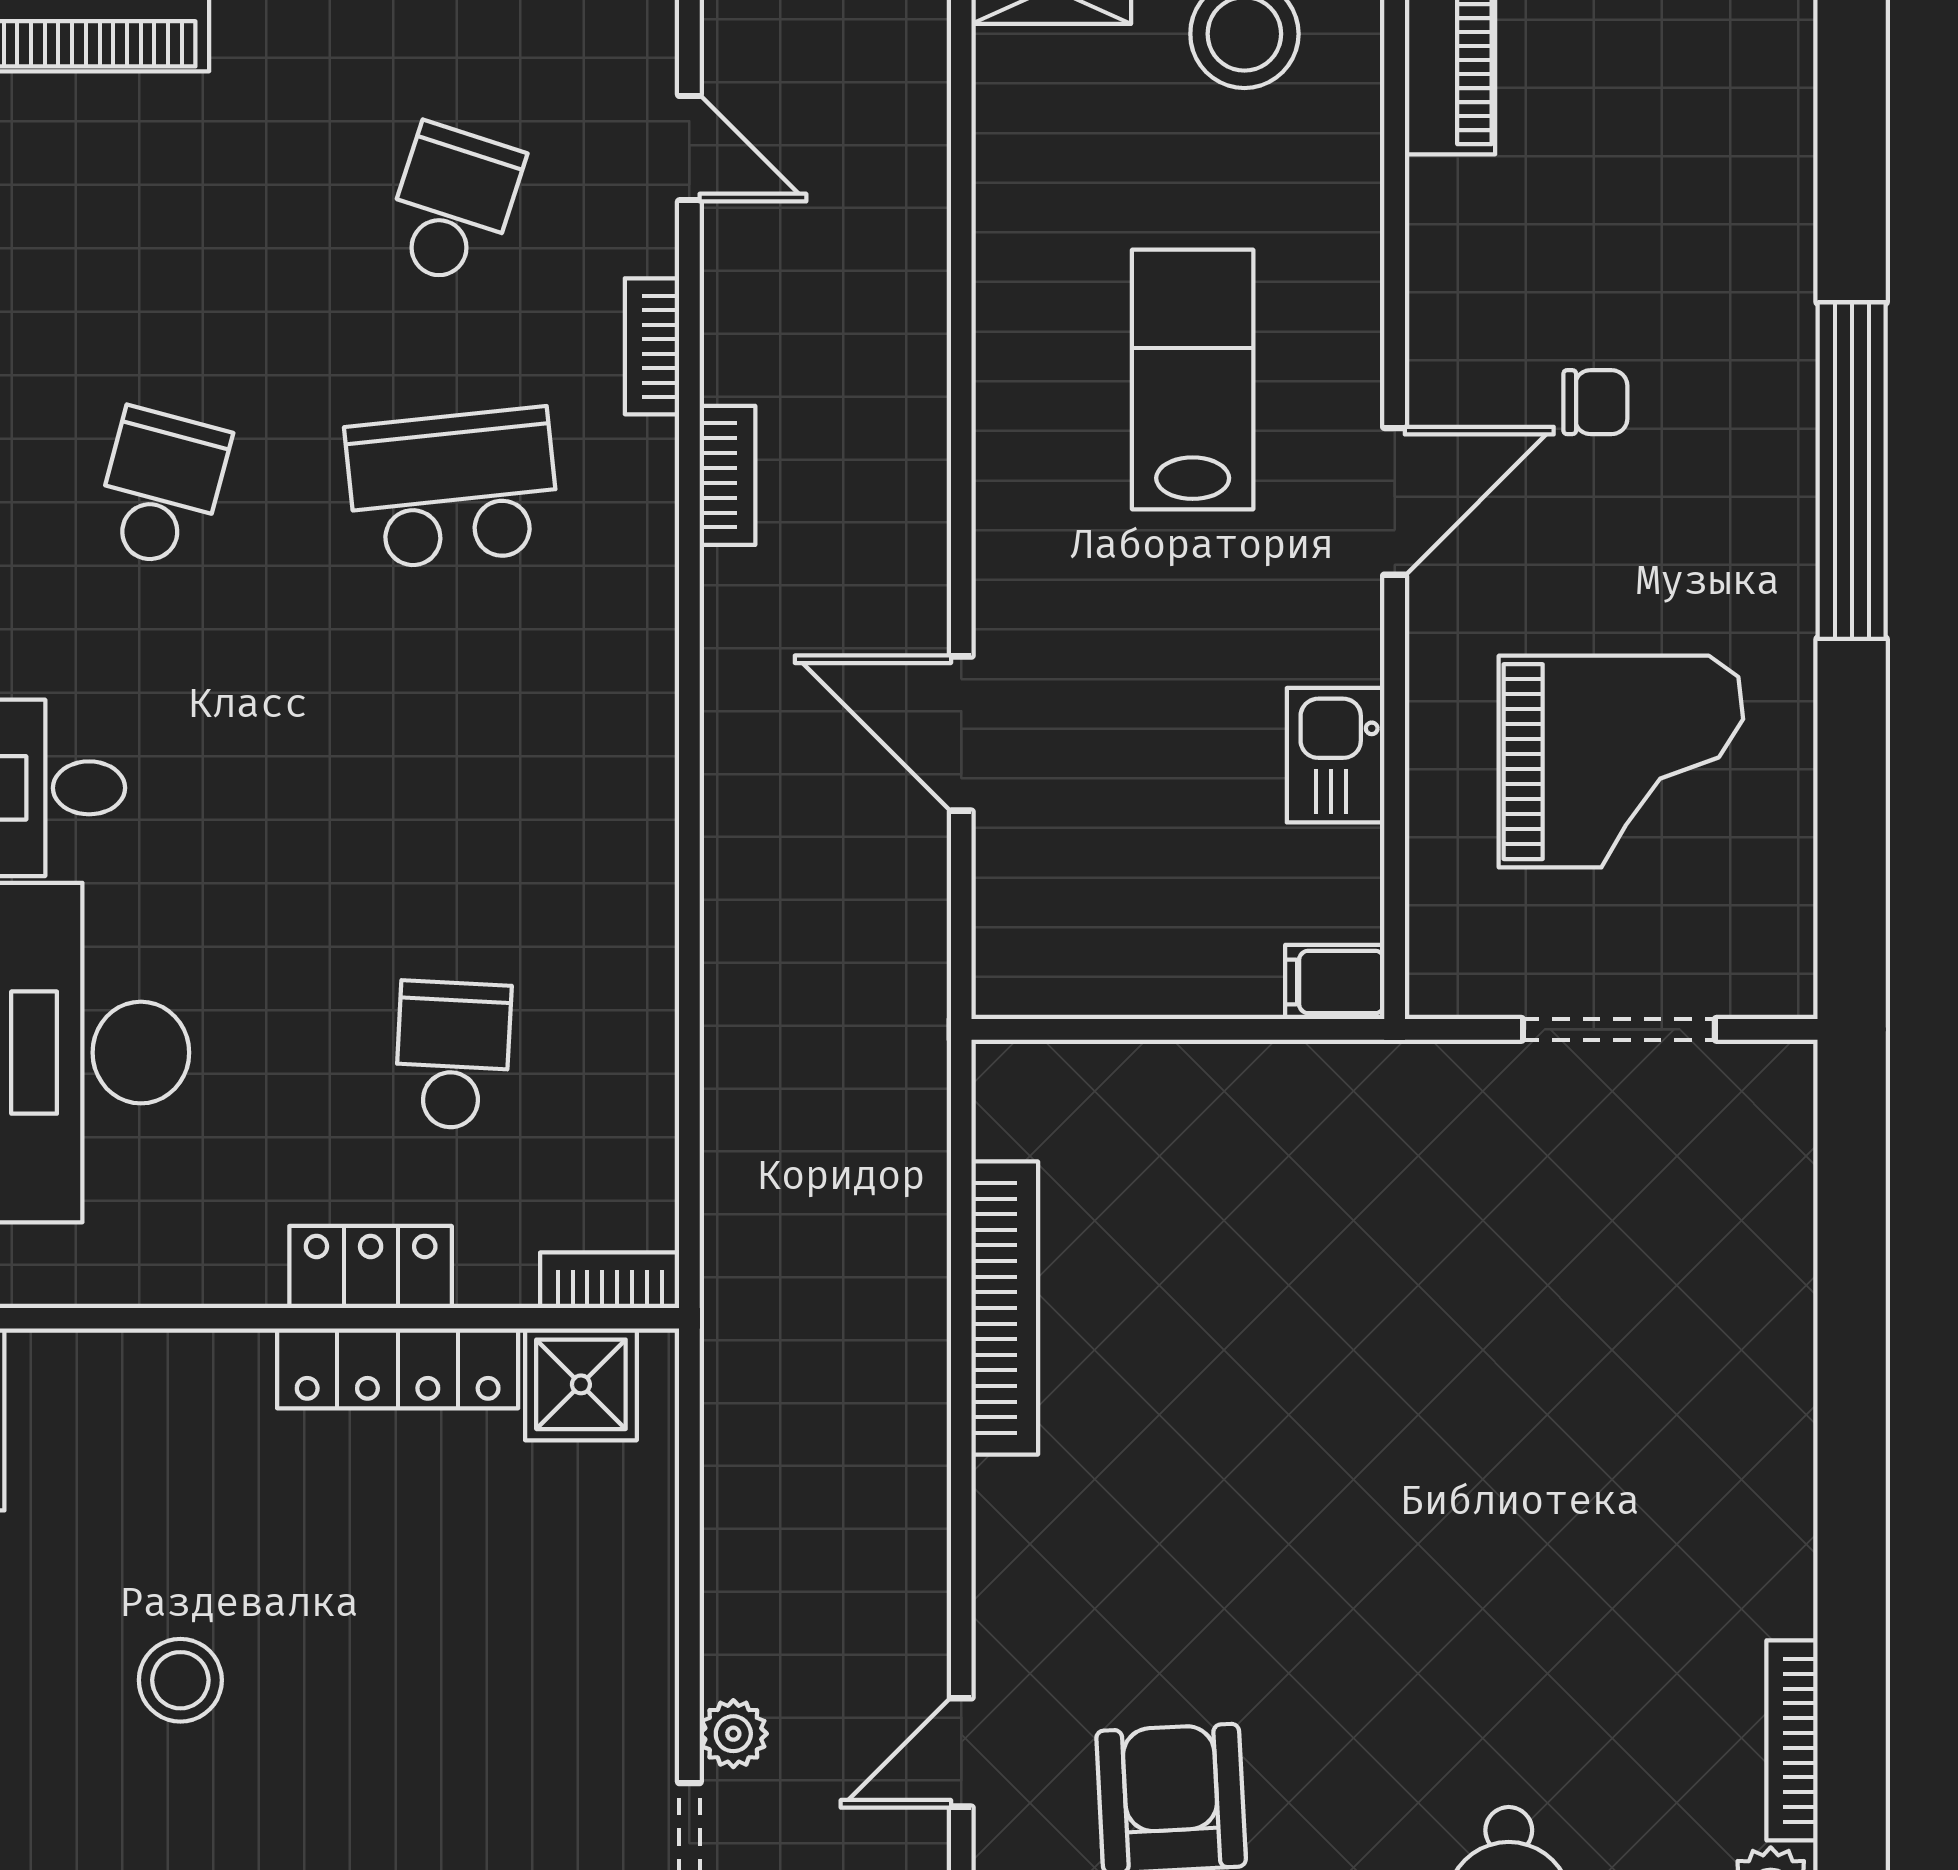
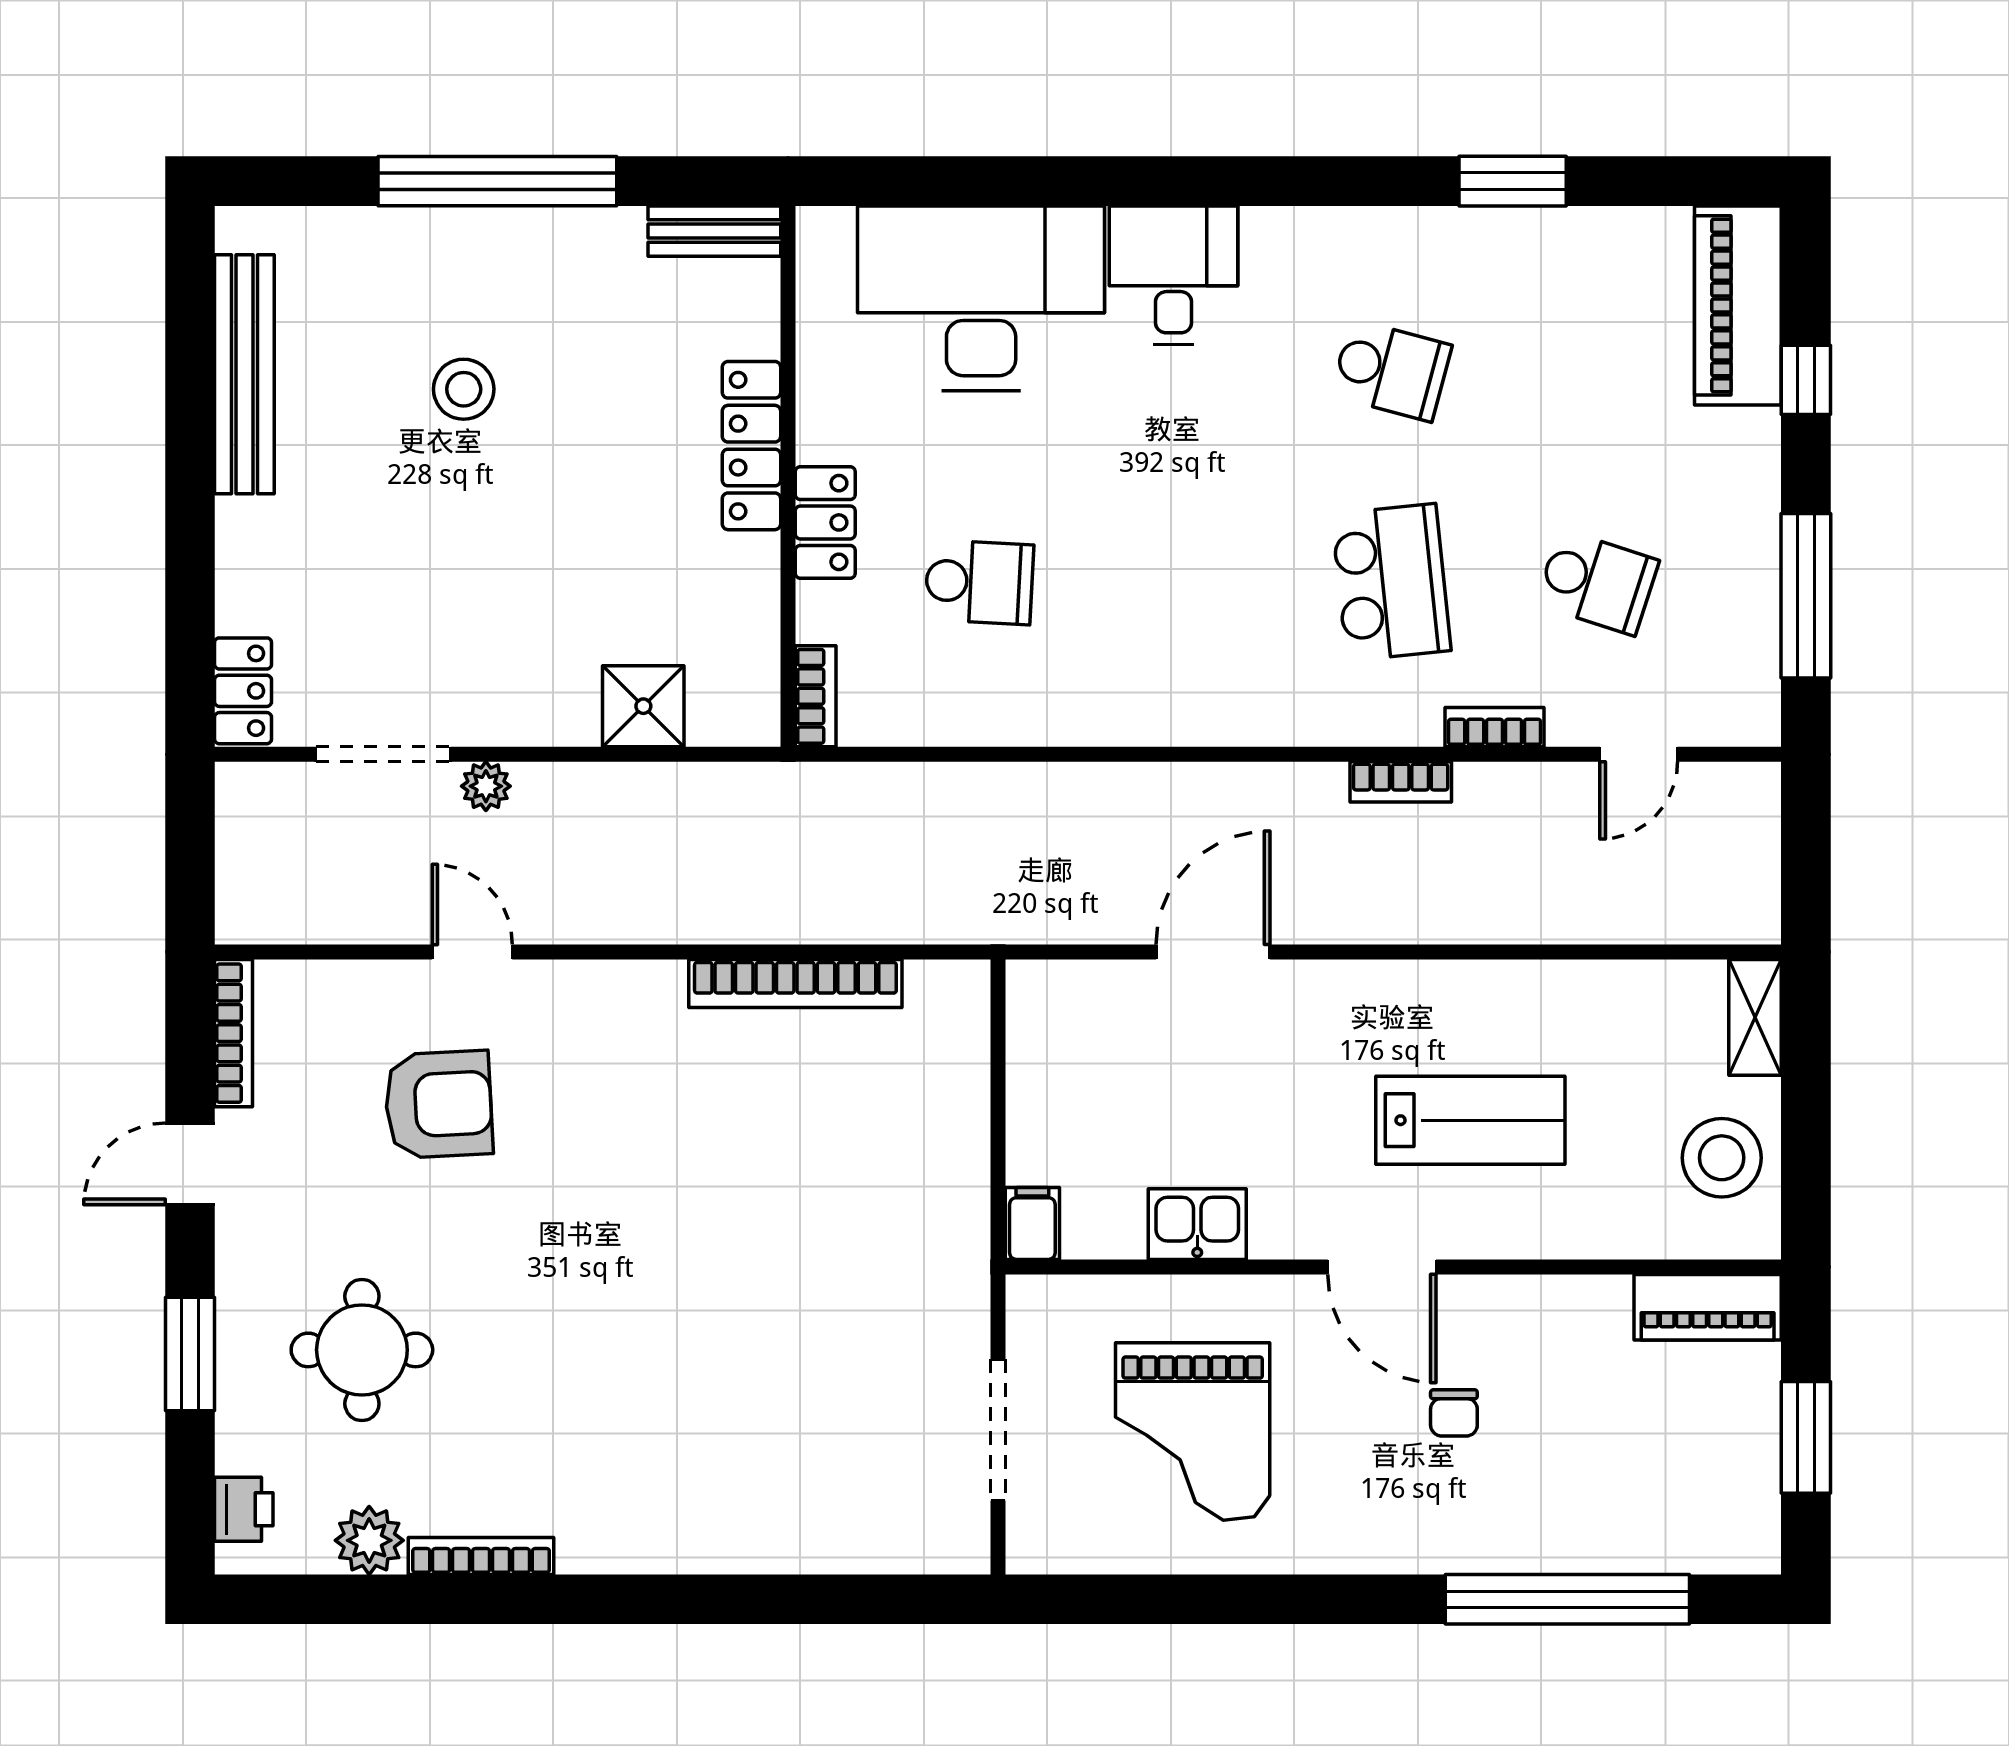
window: (1852, 471) -> (1567, 1599), moved
locker: (398, 1368) -> (751, 446), moved
shower: (581, 1384) -> (643, 706), moved
stool: (180, 1680) -> (464, 389), moved

